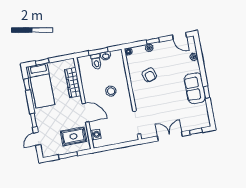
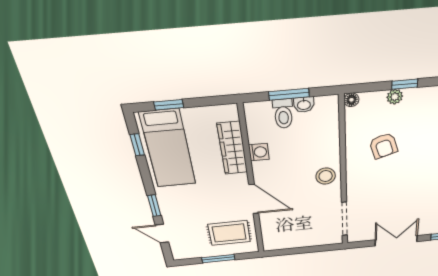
stool: (111, 91) -> (326, 176), moved
washing machine: (96, 134) -> (259, 152), moved
door: (37, 139) -> (162, 234), hinge flipped

